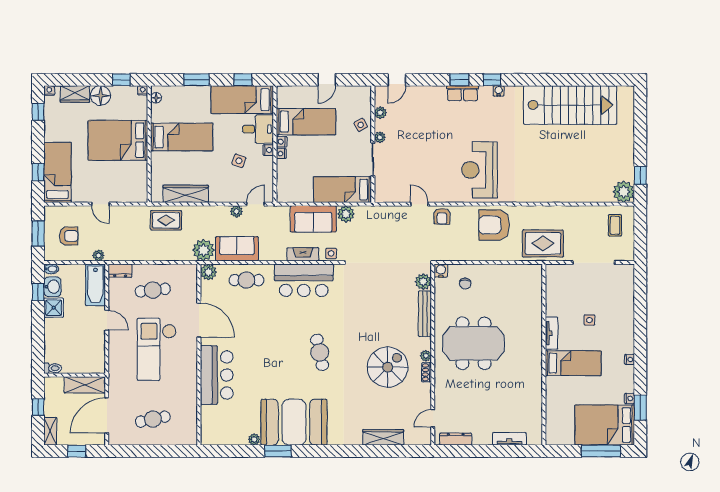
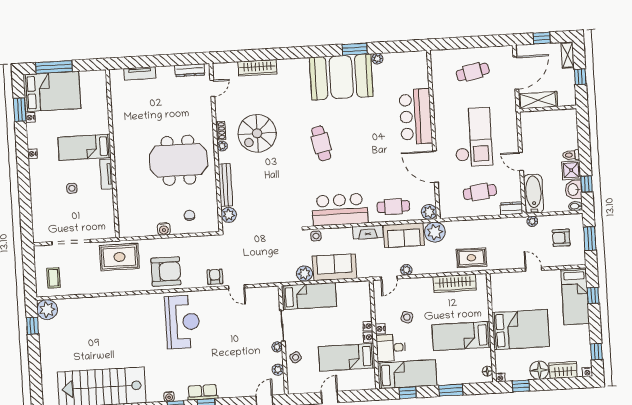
fireplace: (303, 254) -> (368, 232), moved
water cooler: (441, 271) -> (164, 229), moved
toilet: (53, 368) -> (571, 155), moved

